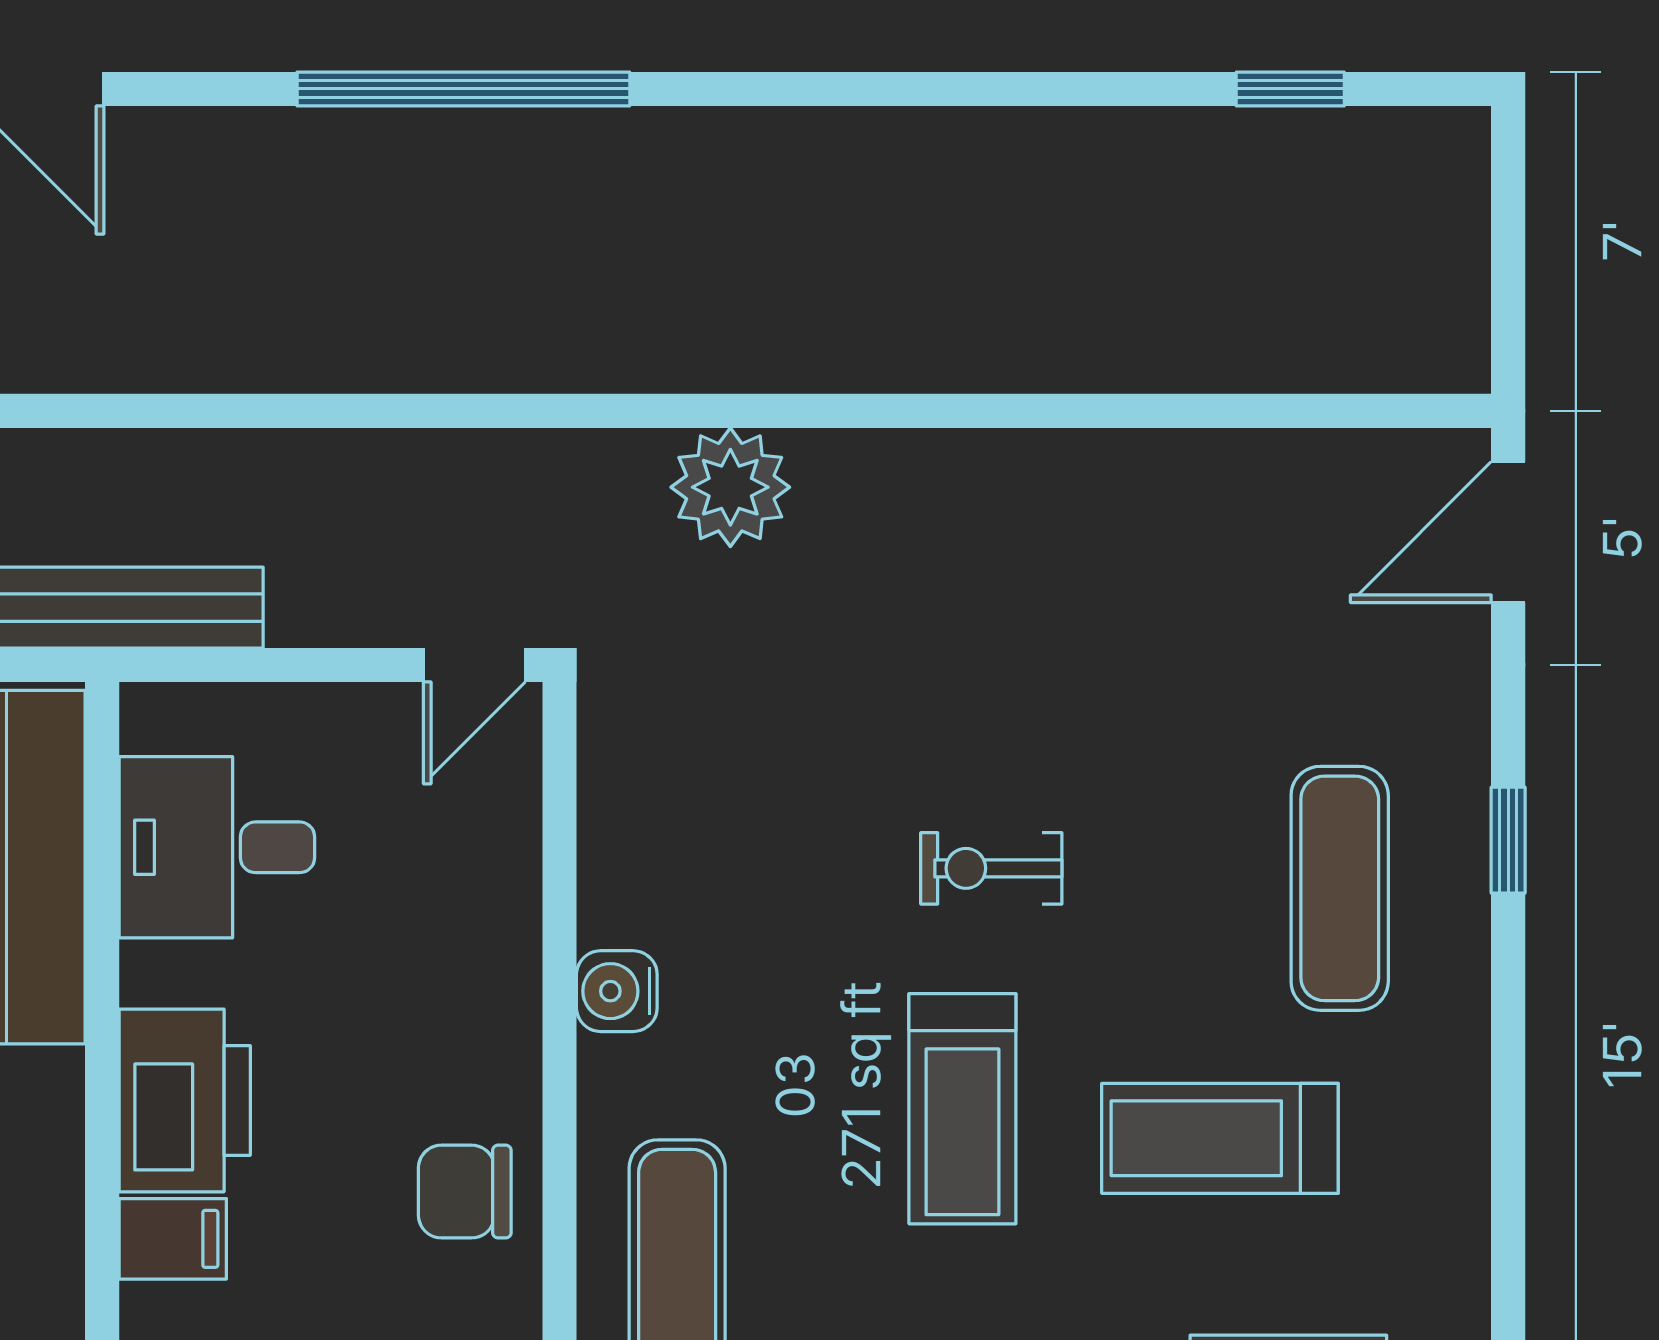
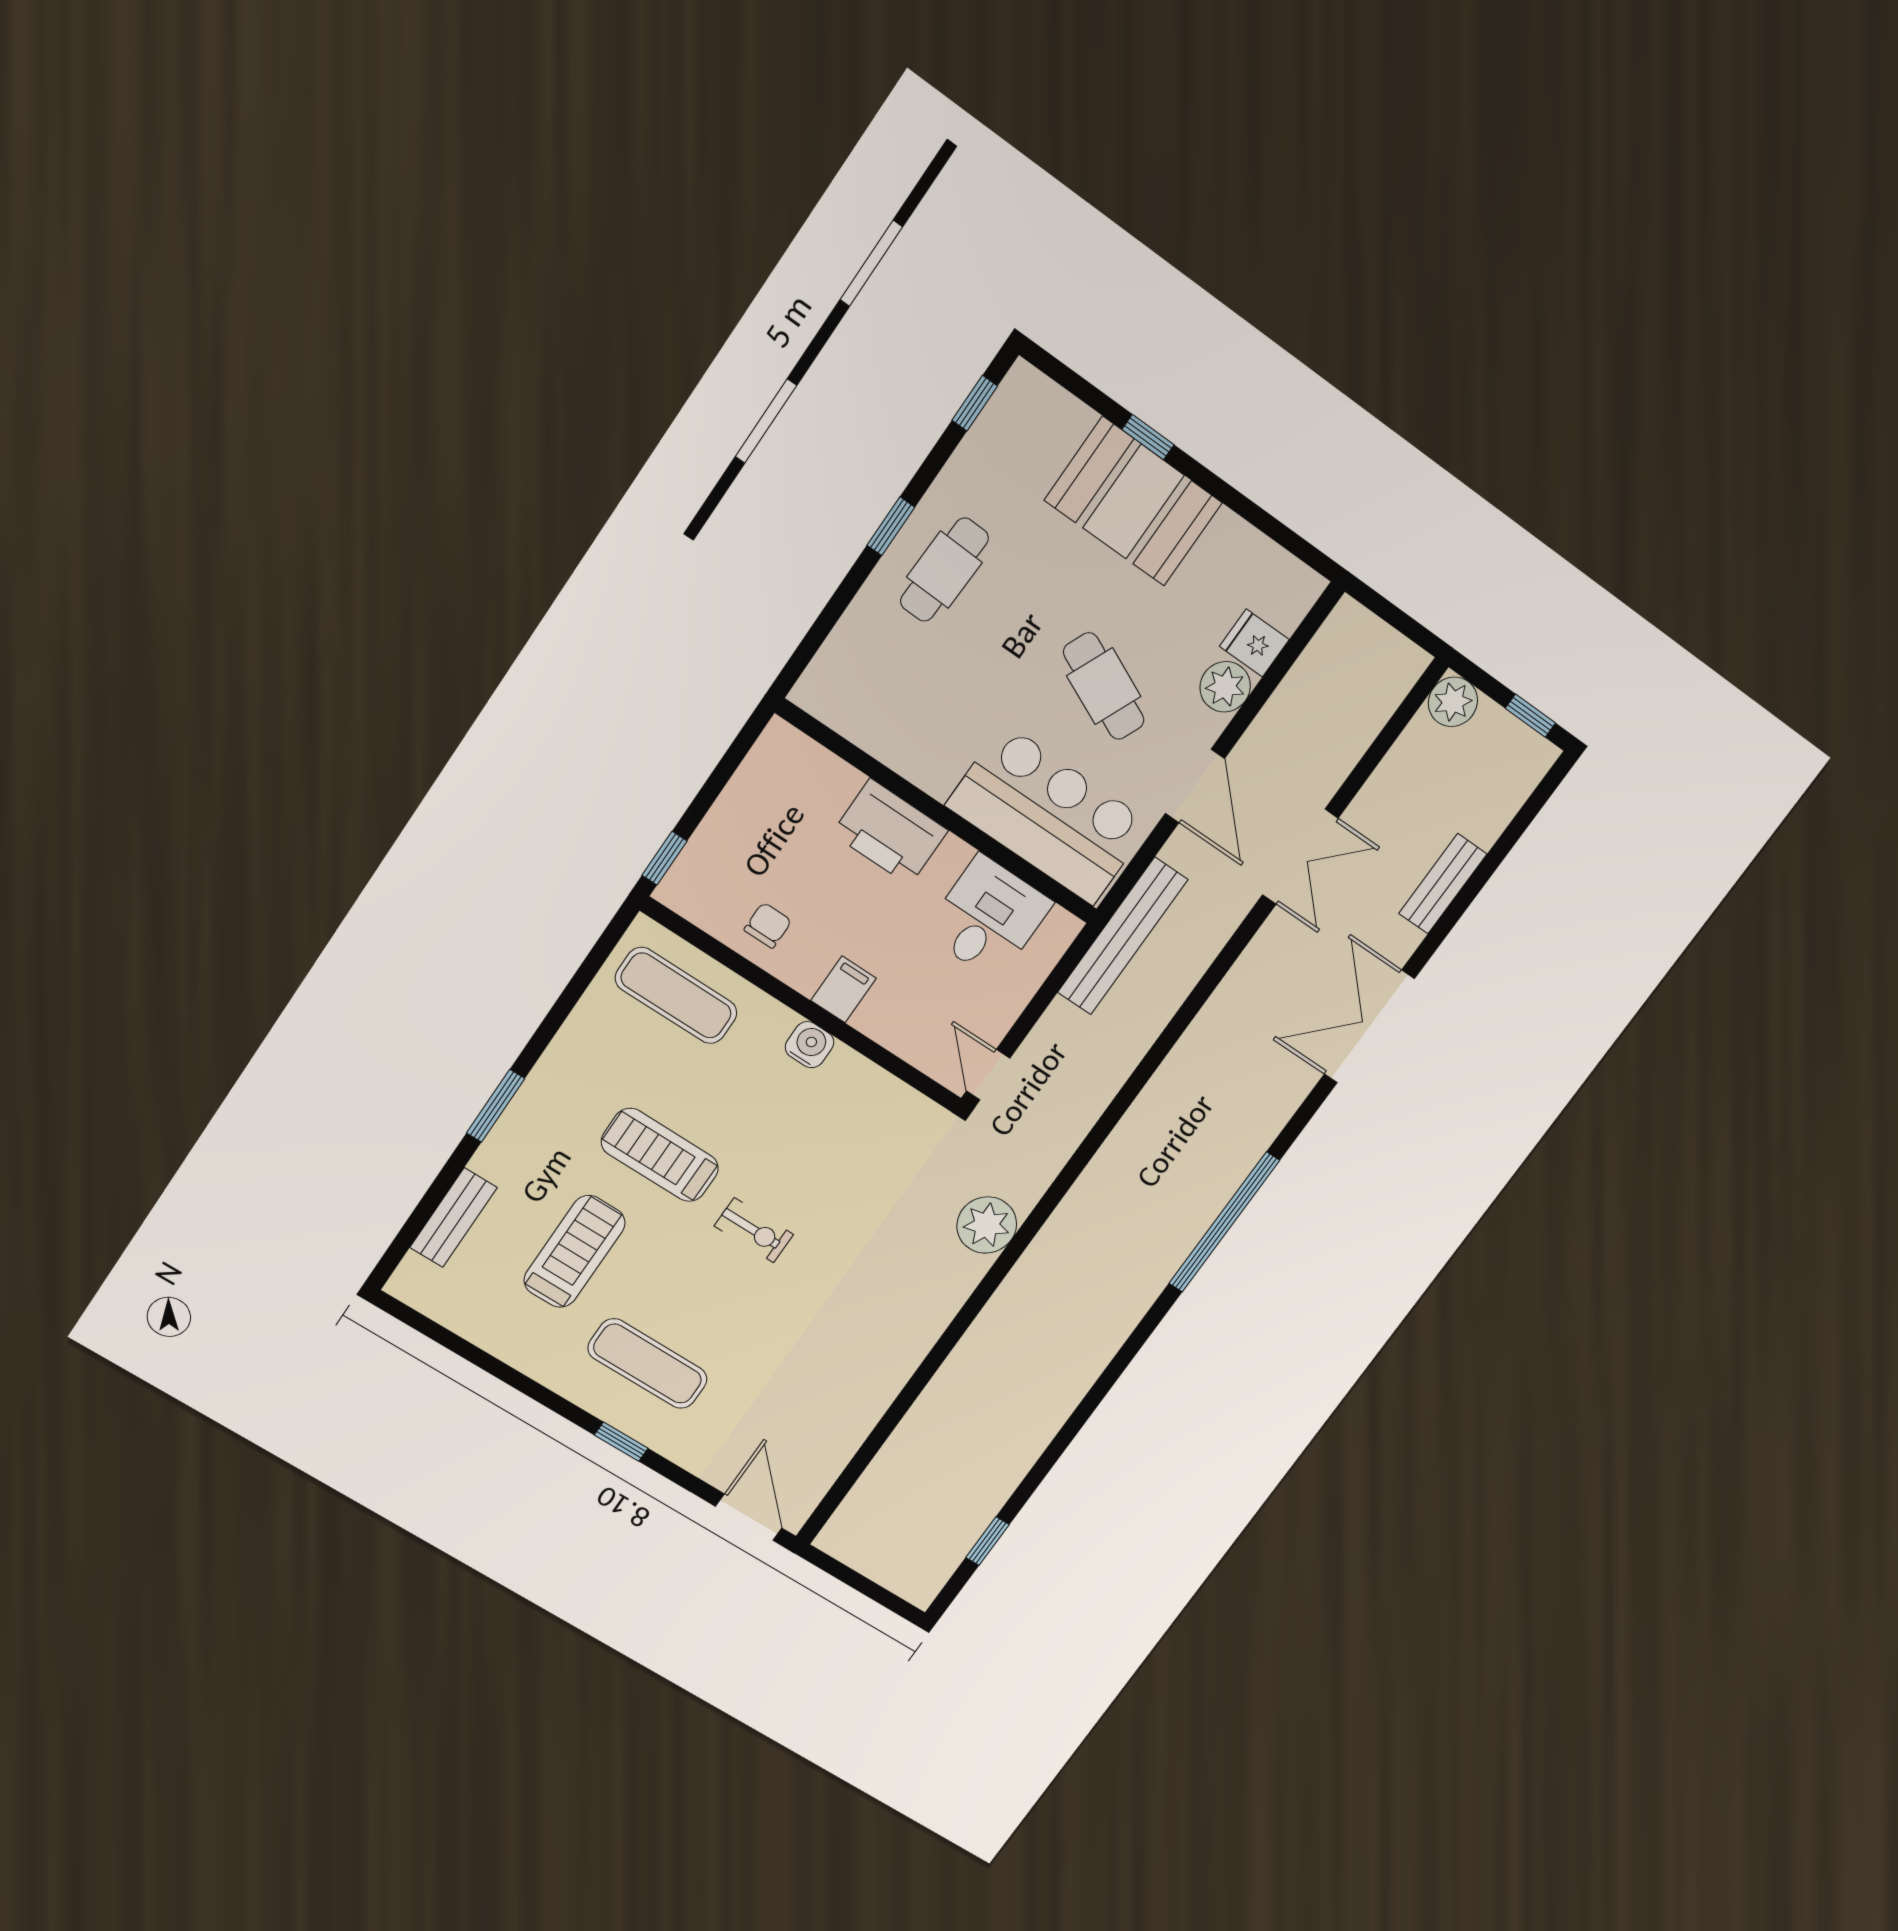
exercise bike: (991, 868) -> (754, 1230), turned 90
chair: (465, 1192) -> (768, 925), width x0.73, depth x0.73
filing cabinet: (173, 1239) -> (844, 989), moved, turned 180

